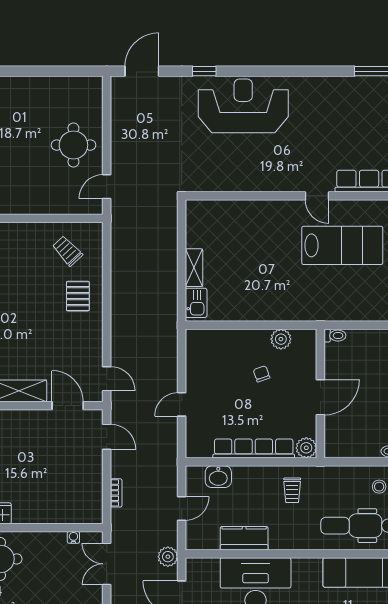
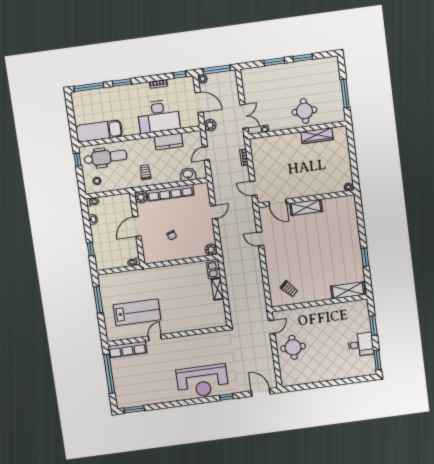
door: (142, 71) -> (261, 392), swing flipped
door: (317, 196) -> (155, 338), hinge flipped
lab bench: (342, 245) -> (137, 312), turned 180
pallet: (78, 296) -> (280, 265), removed
plant: (281, 339) -> (211, 250), moved
door: (107, 379) -> (260, 239), moved

